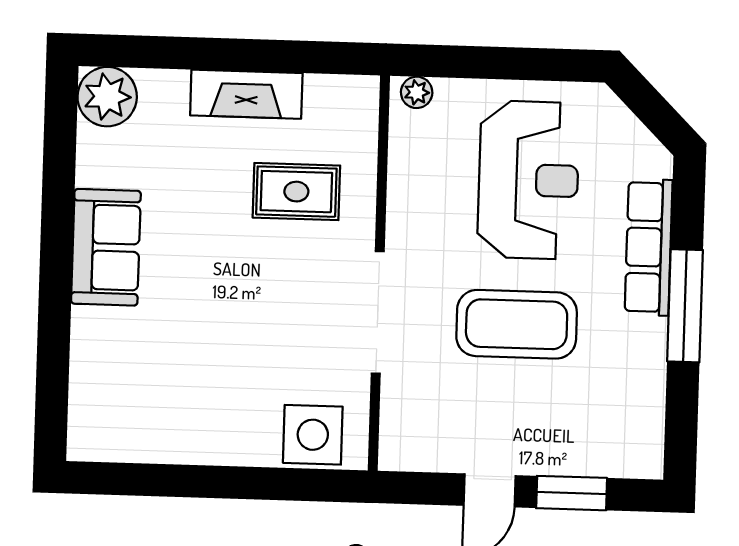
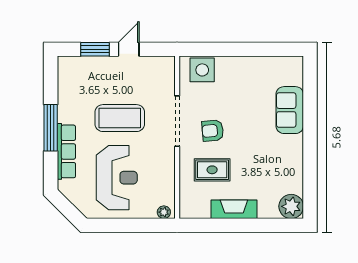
reception desk: (528, 180) -> (117, 178), turned 180
sofa: (106, 247) -> (290, 110), moved
armchair: (292, 287) -> (213, 131), added

